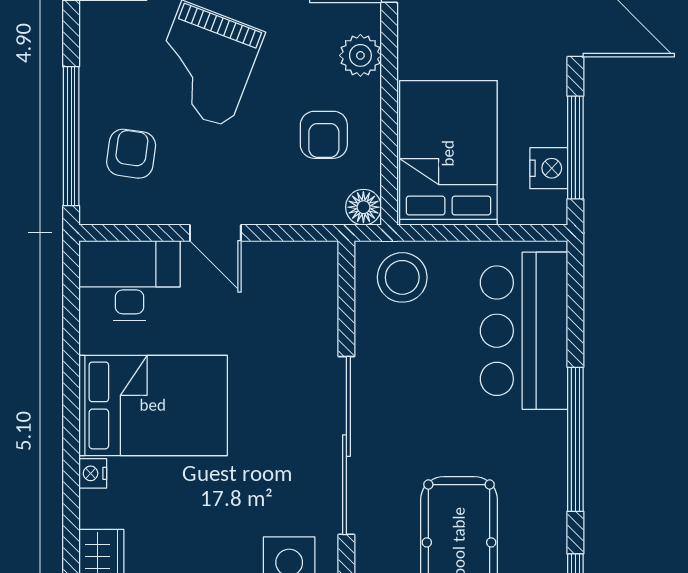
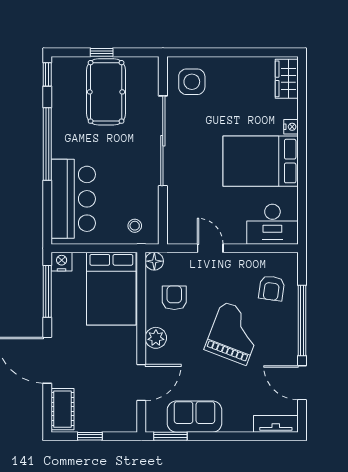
window: (71, 136) -> (302, 321), moved
nightstand: (549, 168) -> (62, 262), moved, turned 90
door: (215, 233) -> (210, 248), moved
stool: (402, 277) -> (135, 226), width x0.53, depth x0.53

